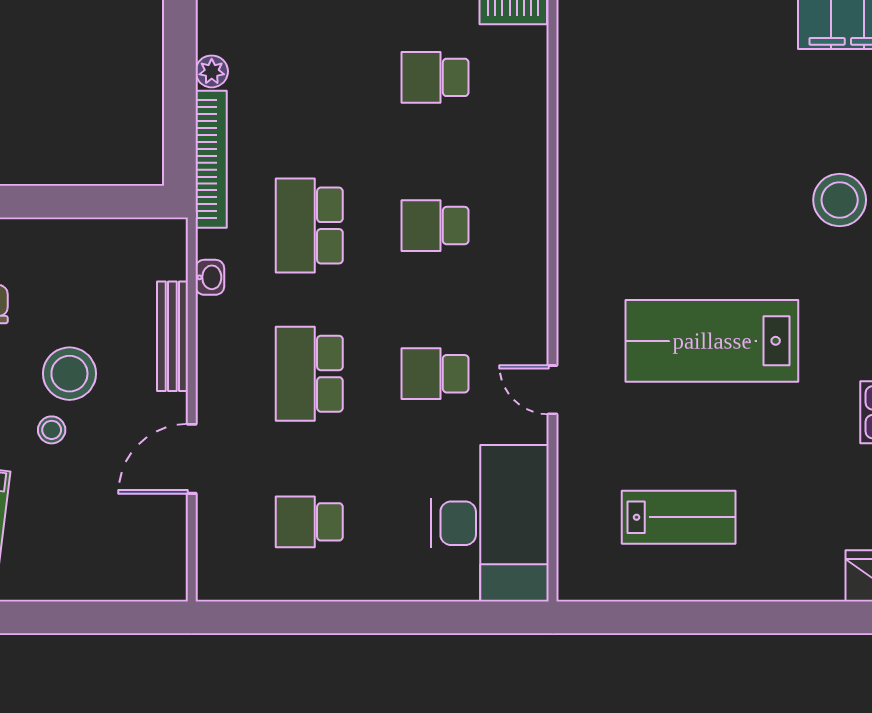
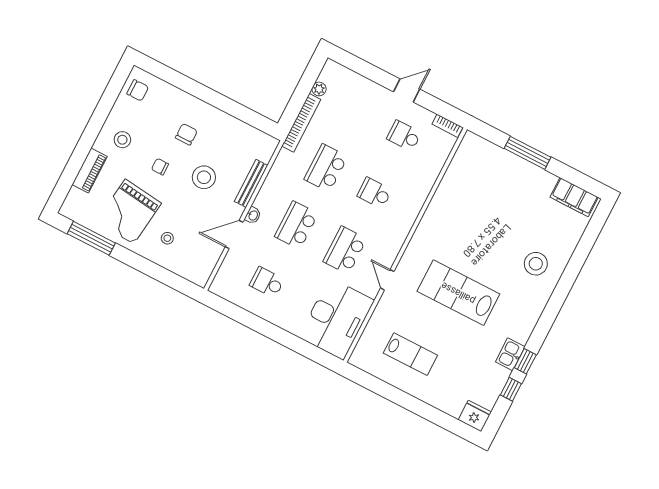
washbasin: (210, 277) -> (253, 215), moved
school desk: (435, 374) -> (345, 250), width x1.85
stool: (52, 430) -> (167, 238), moved

